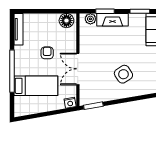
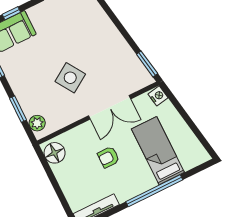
fireplace: (112, 20) -> (24, 94), removed
side table: (123, 74) -> (70, 78), moved

